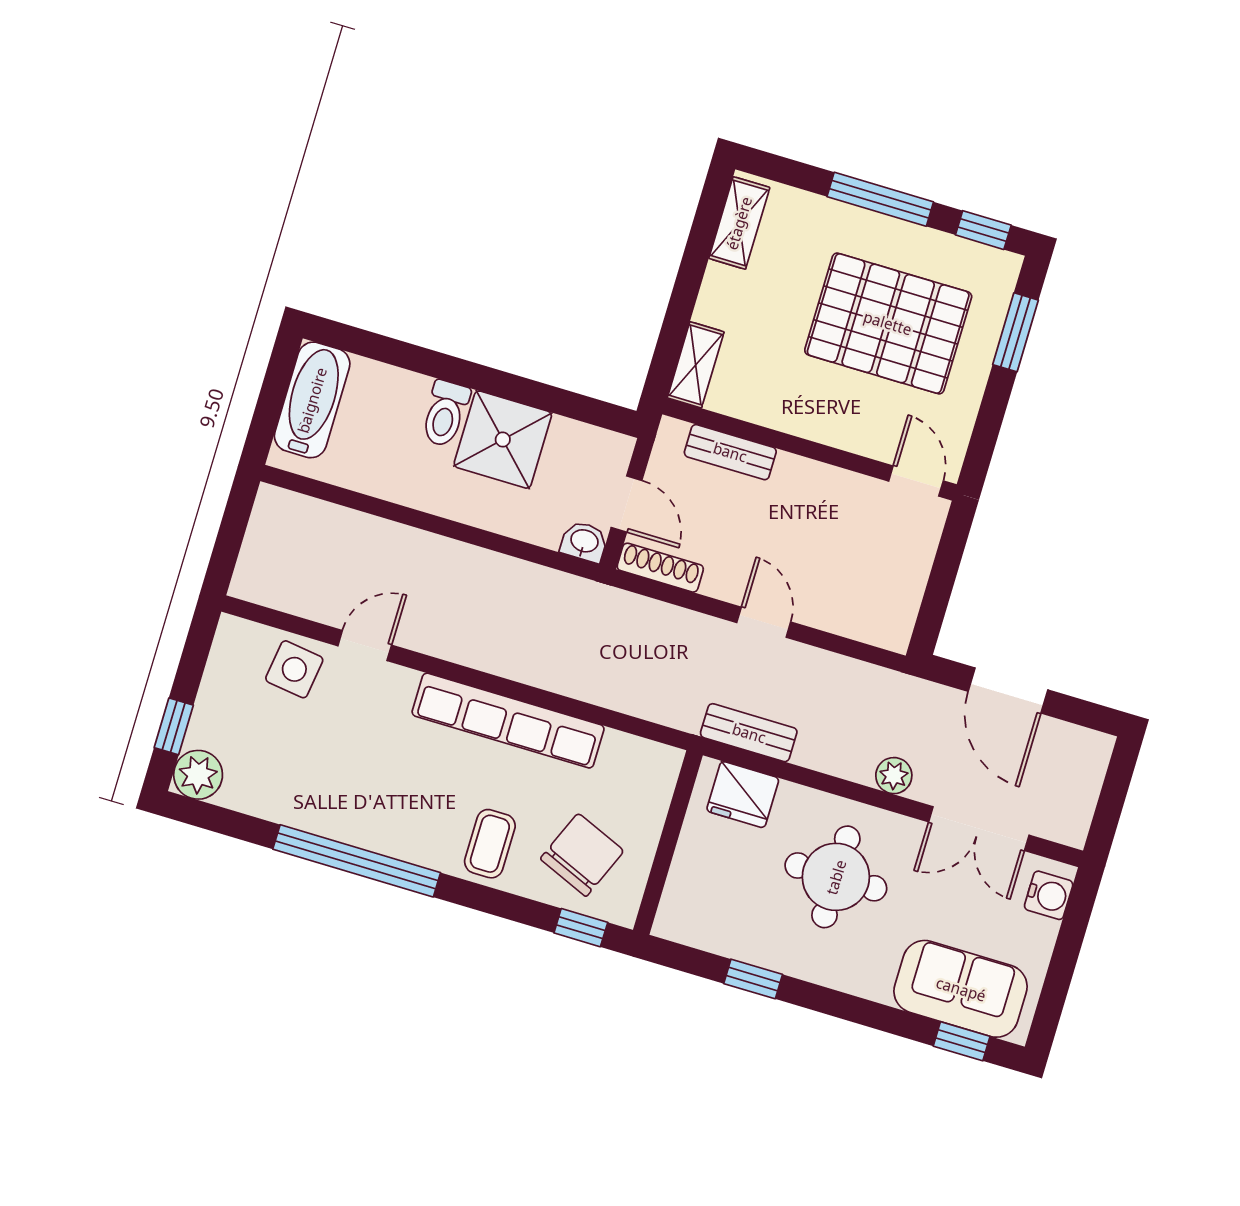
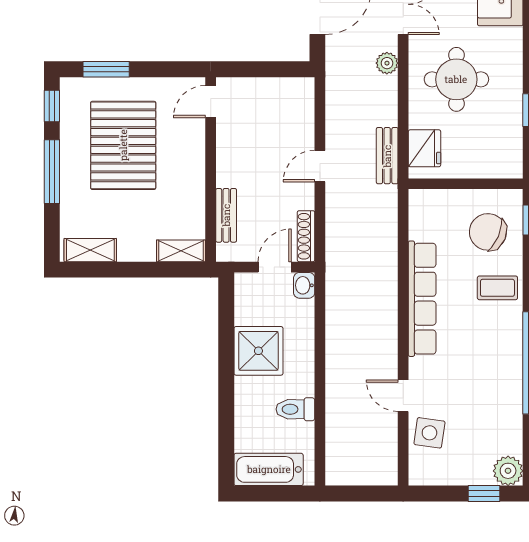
toilet: (445, 414) -> (295, 409), moved, turned 180

